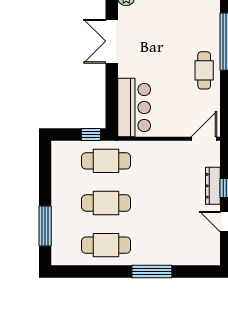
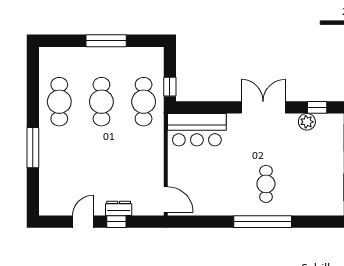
cafe table: (204, 70) -> (266, 184), moved, turned 90
dresser: (213, 186) -> (119, 208), width x0.70
window: (45, 226) -> (106, 41), moved

